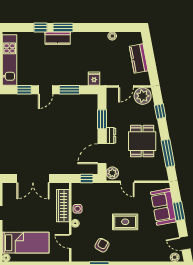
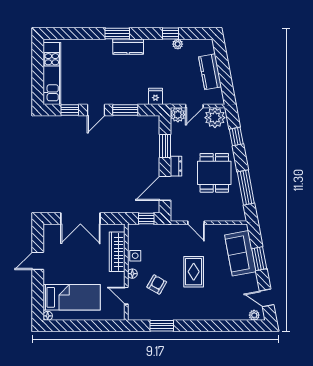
window: (40, 27) -> (170, 34), moved
kitchen counter: (58, 38) -> (128, 47), moved
plant: (112, 173) -> (178, 115), moved
rug: (125, 222) -> (194, 272), turned 90
armchair: (102, 245) -> (157, 284), moved

